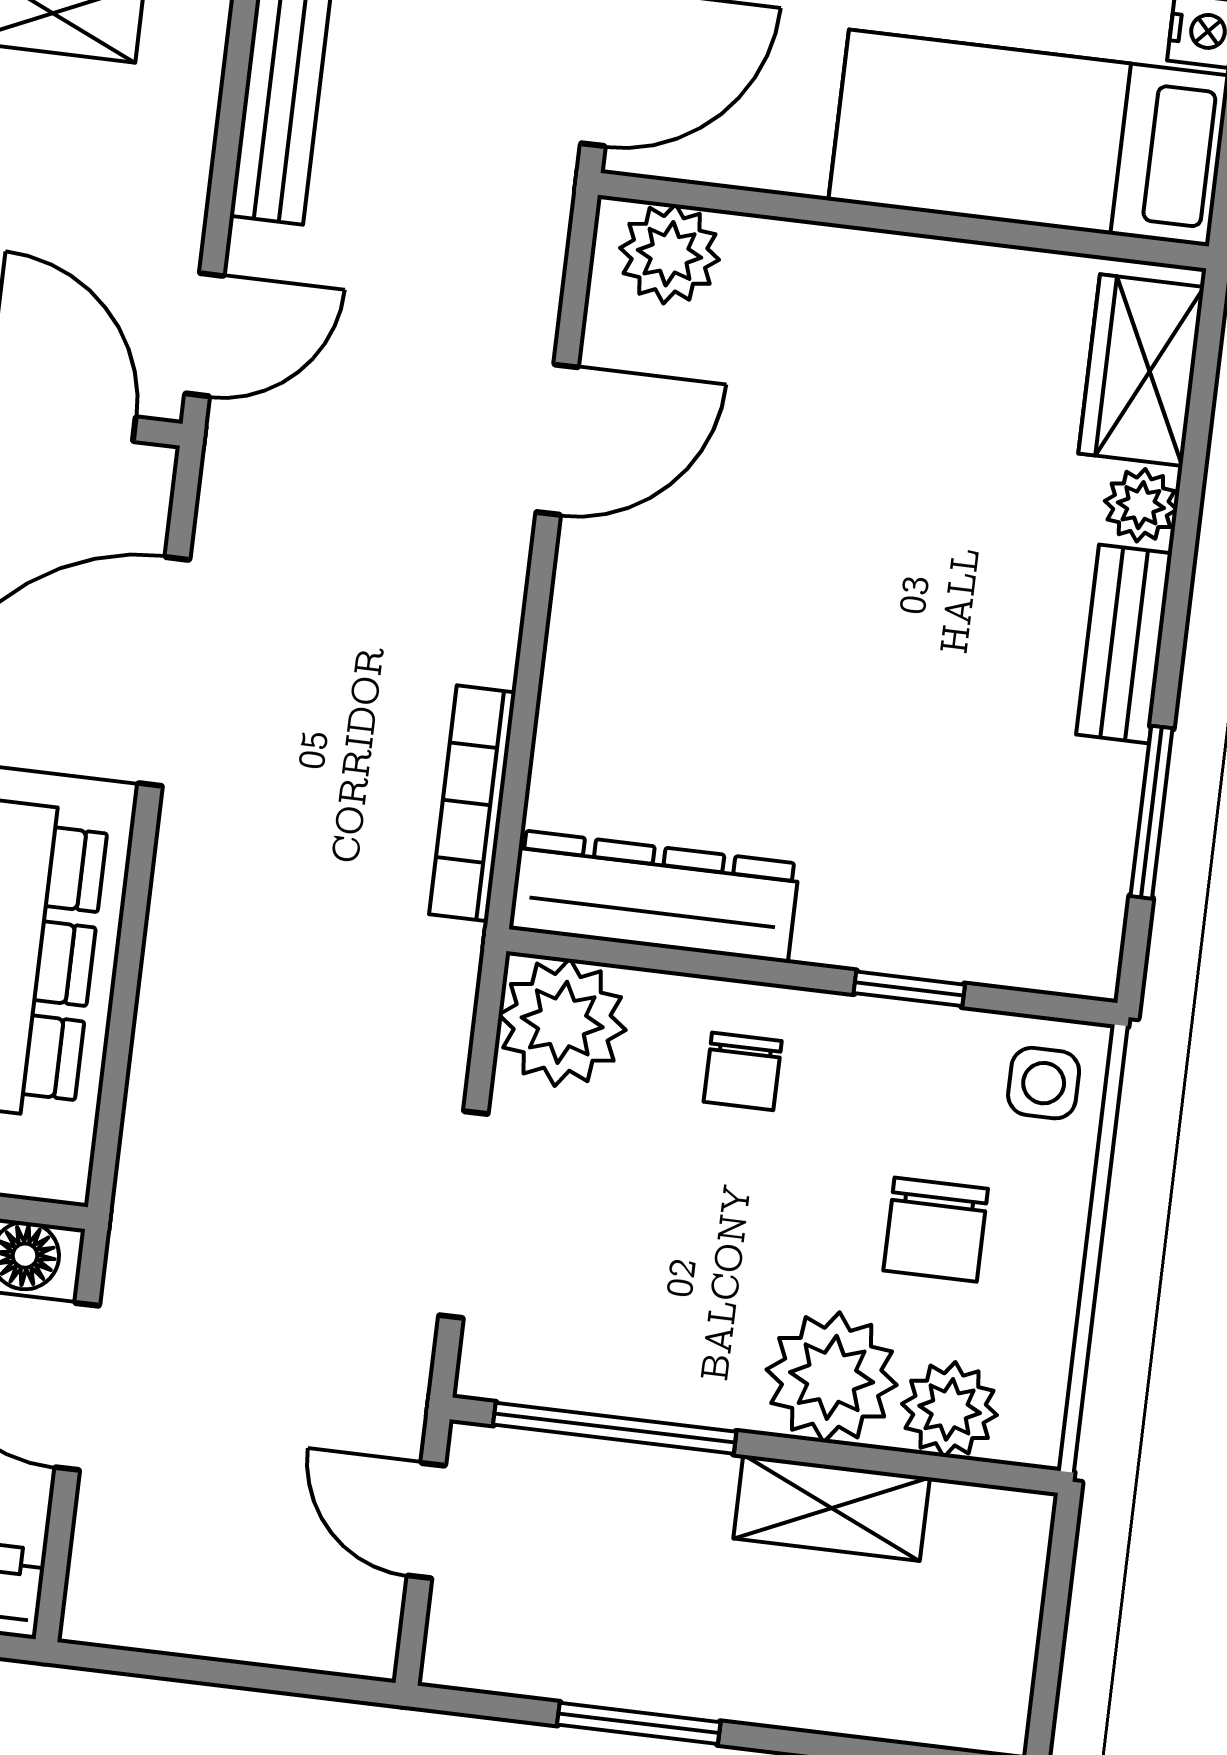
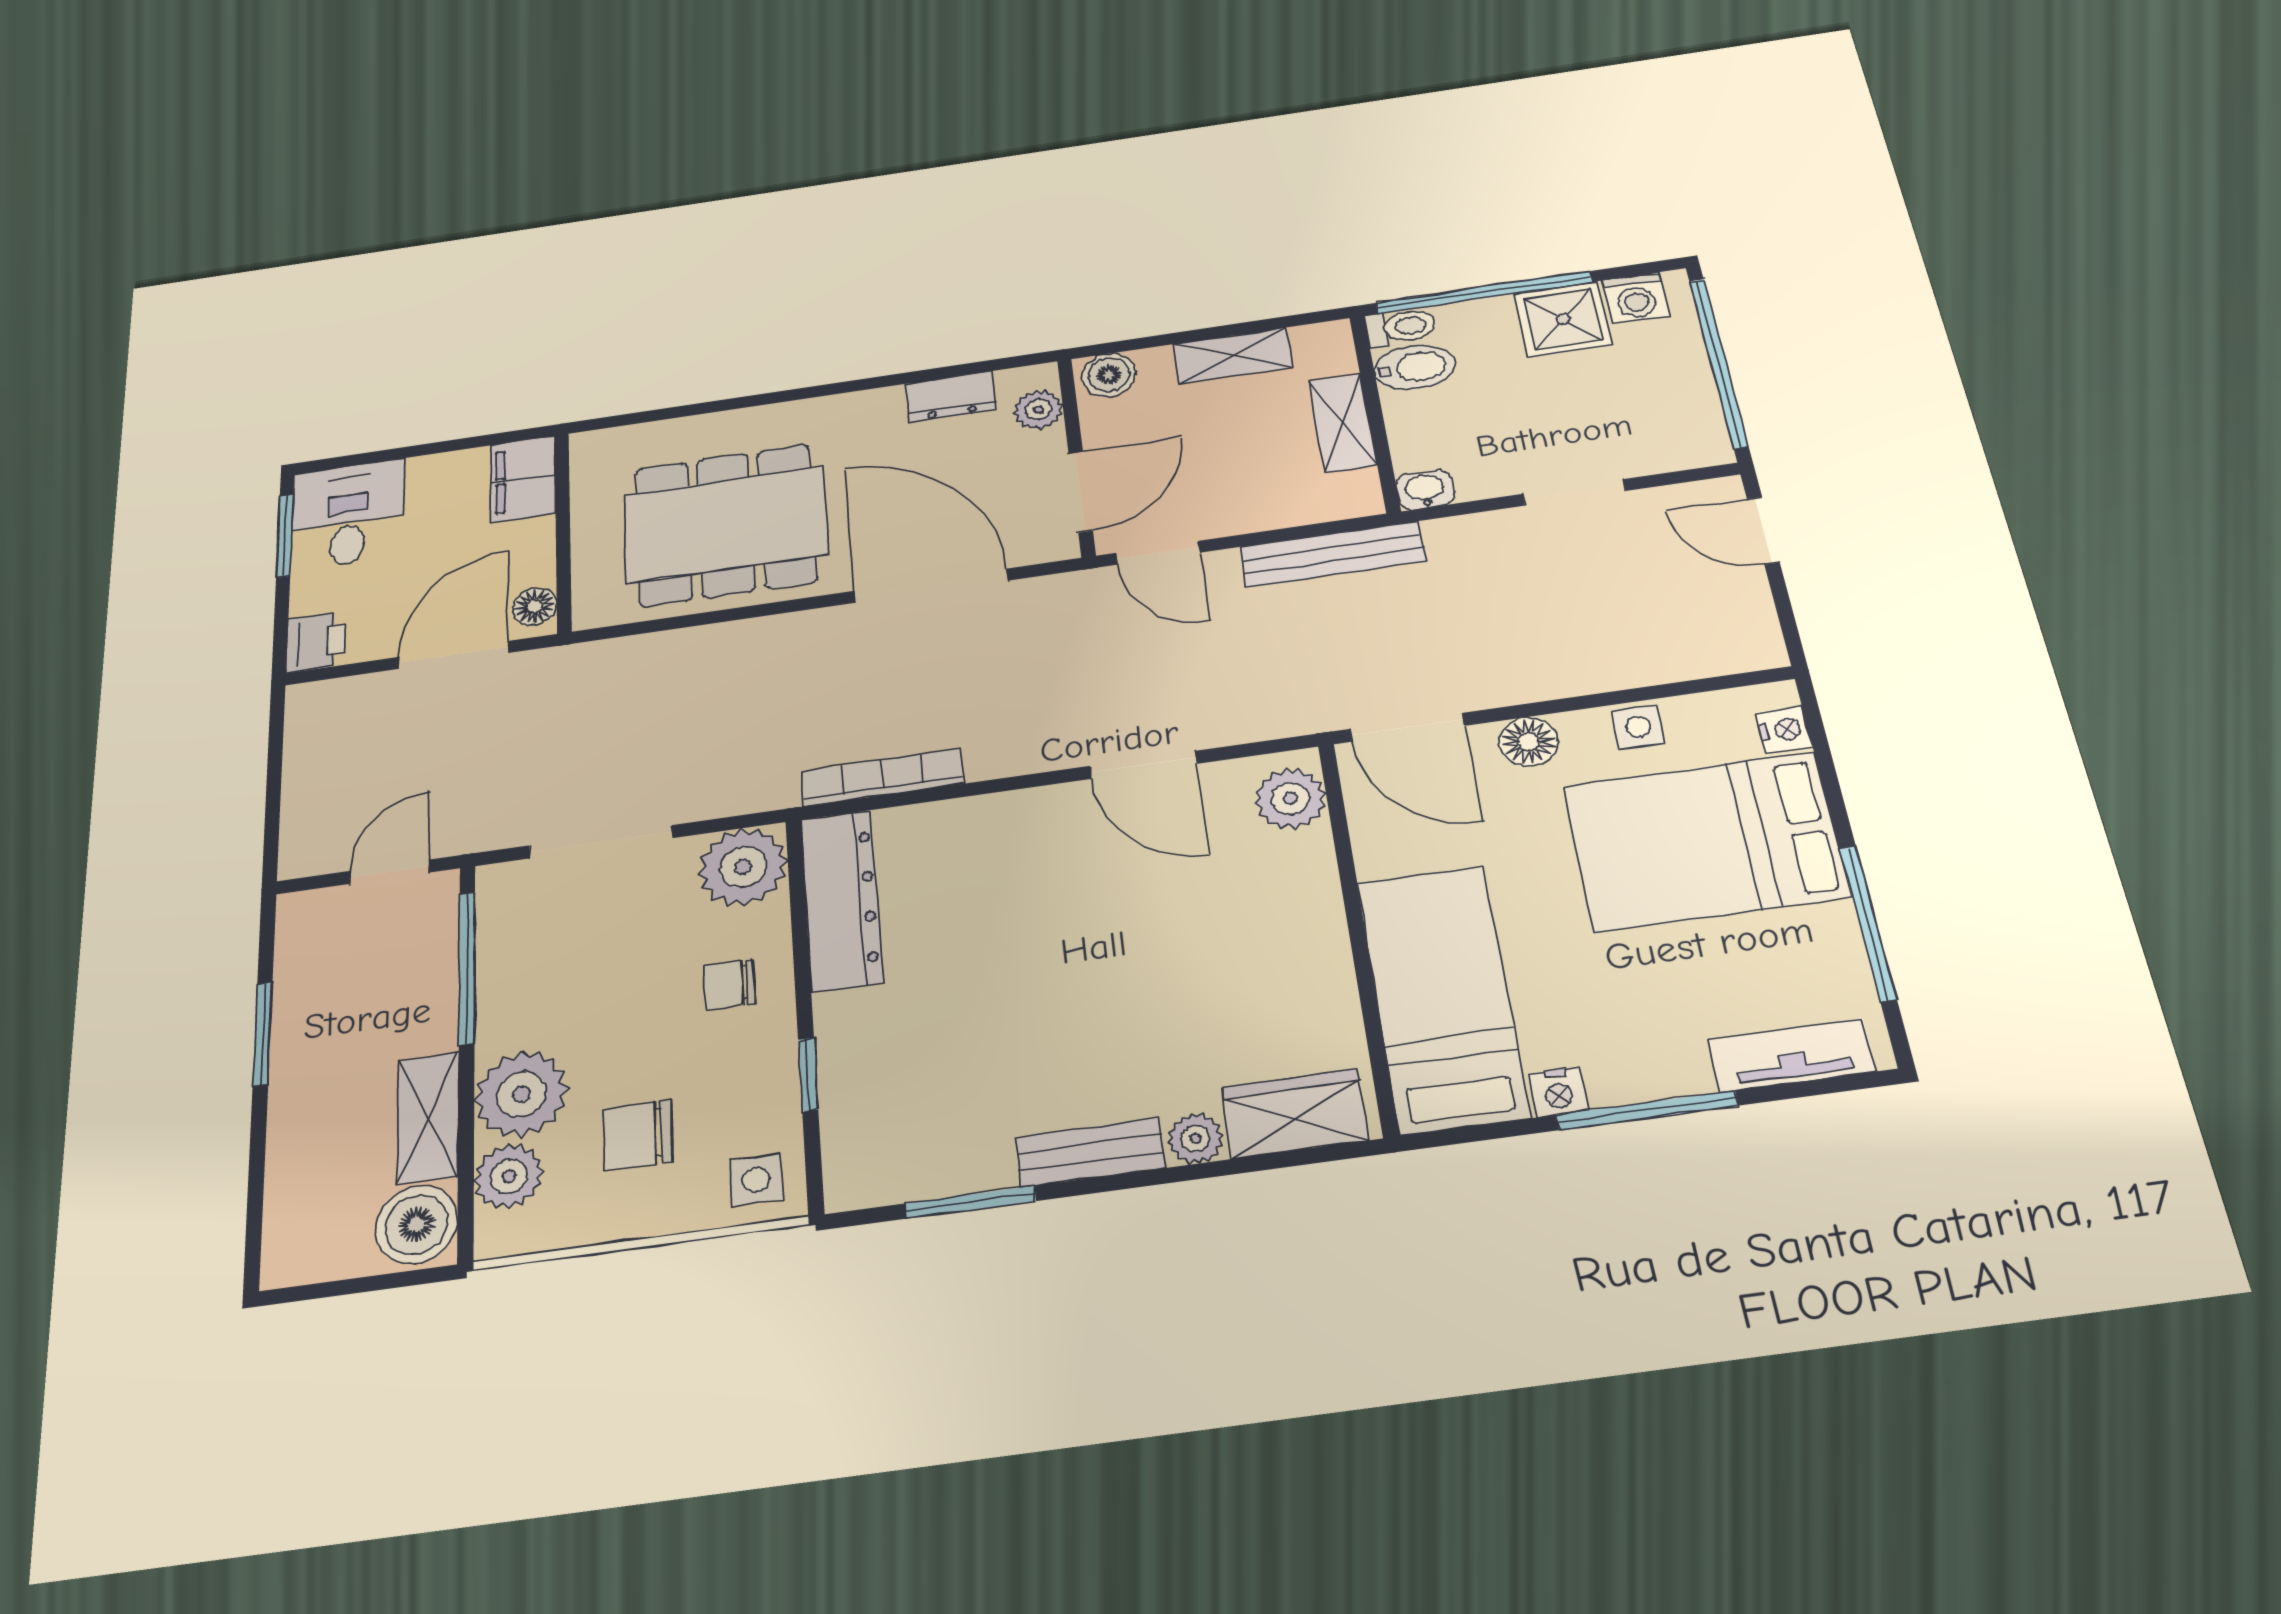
boiler: (986, 1541) -> (416, 1224), added

